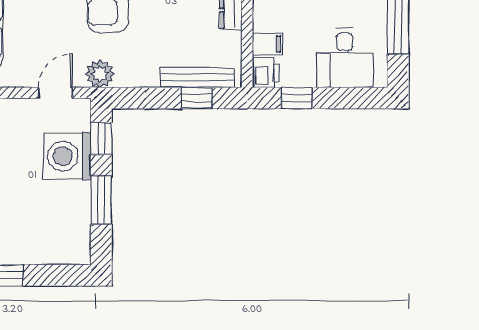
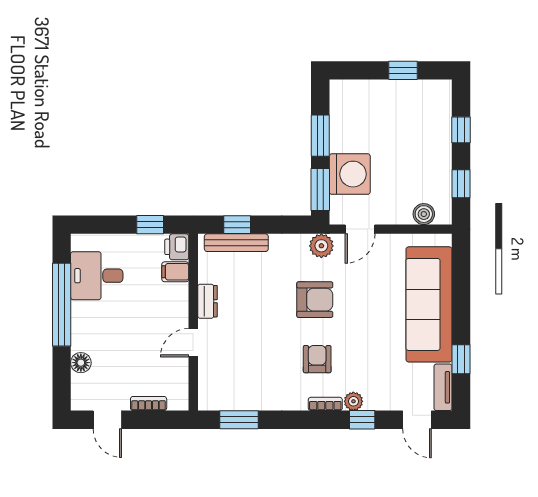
desk: (345, 58) -> (97, 276), moved, turned -90
window: (101, 139) -> (320, 189), width x1.50

